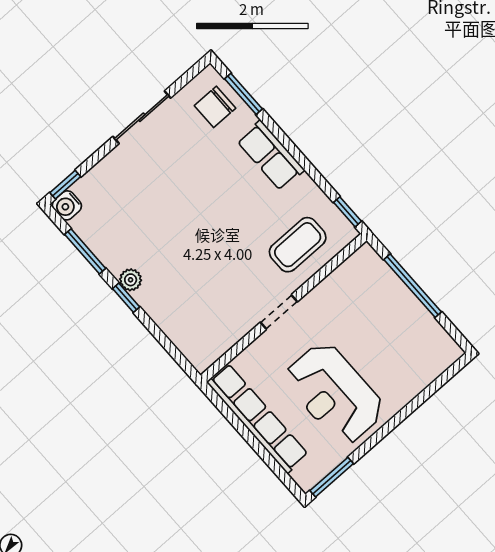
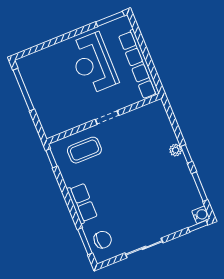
plant: (131, 280) -> (176, 150), moved
window: (413, 286) -> (24, 90), moved
reception desk: (334, 394) -> (93, 63), turned 180

